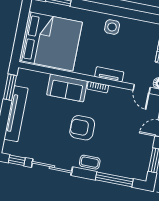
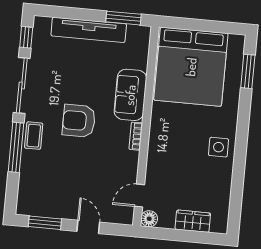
tv unit: (109, 74) -> (155, 150), removed
armchair: (82, 128) -> (79, 121), turned -90
window: (114, 179) -> (16, 147), moved

